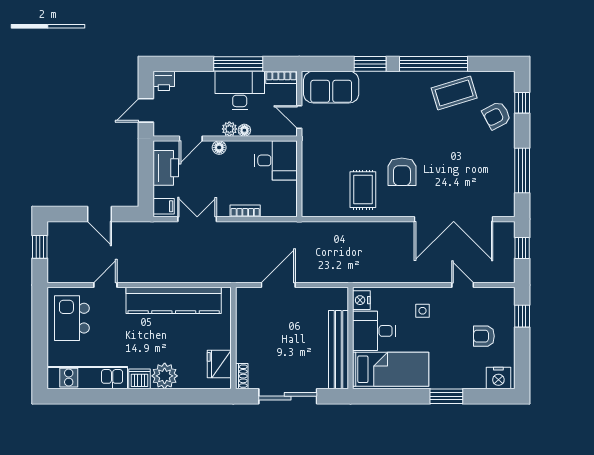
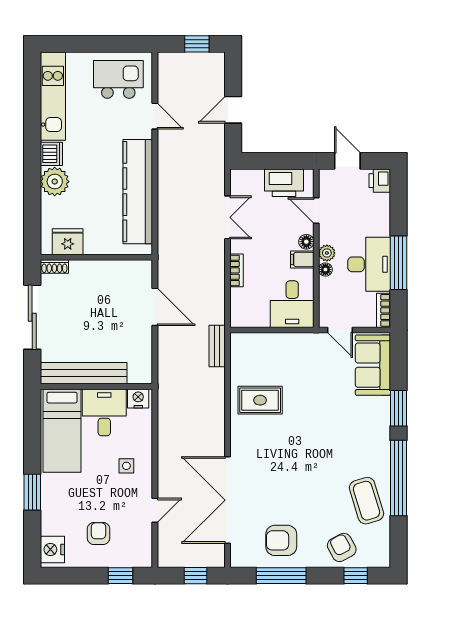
door: (299, 117) -> (340, 330), swing flipped
armchair: (402, 172) -> (281, 540), moved
filing cabinet: (164, 206) -> (302, 260), moved, turned 90
bench: (314, 229) -> (217, 346), added

